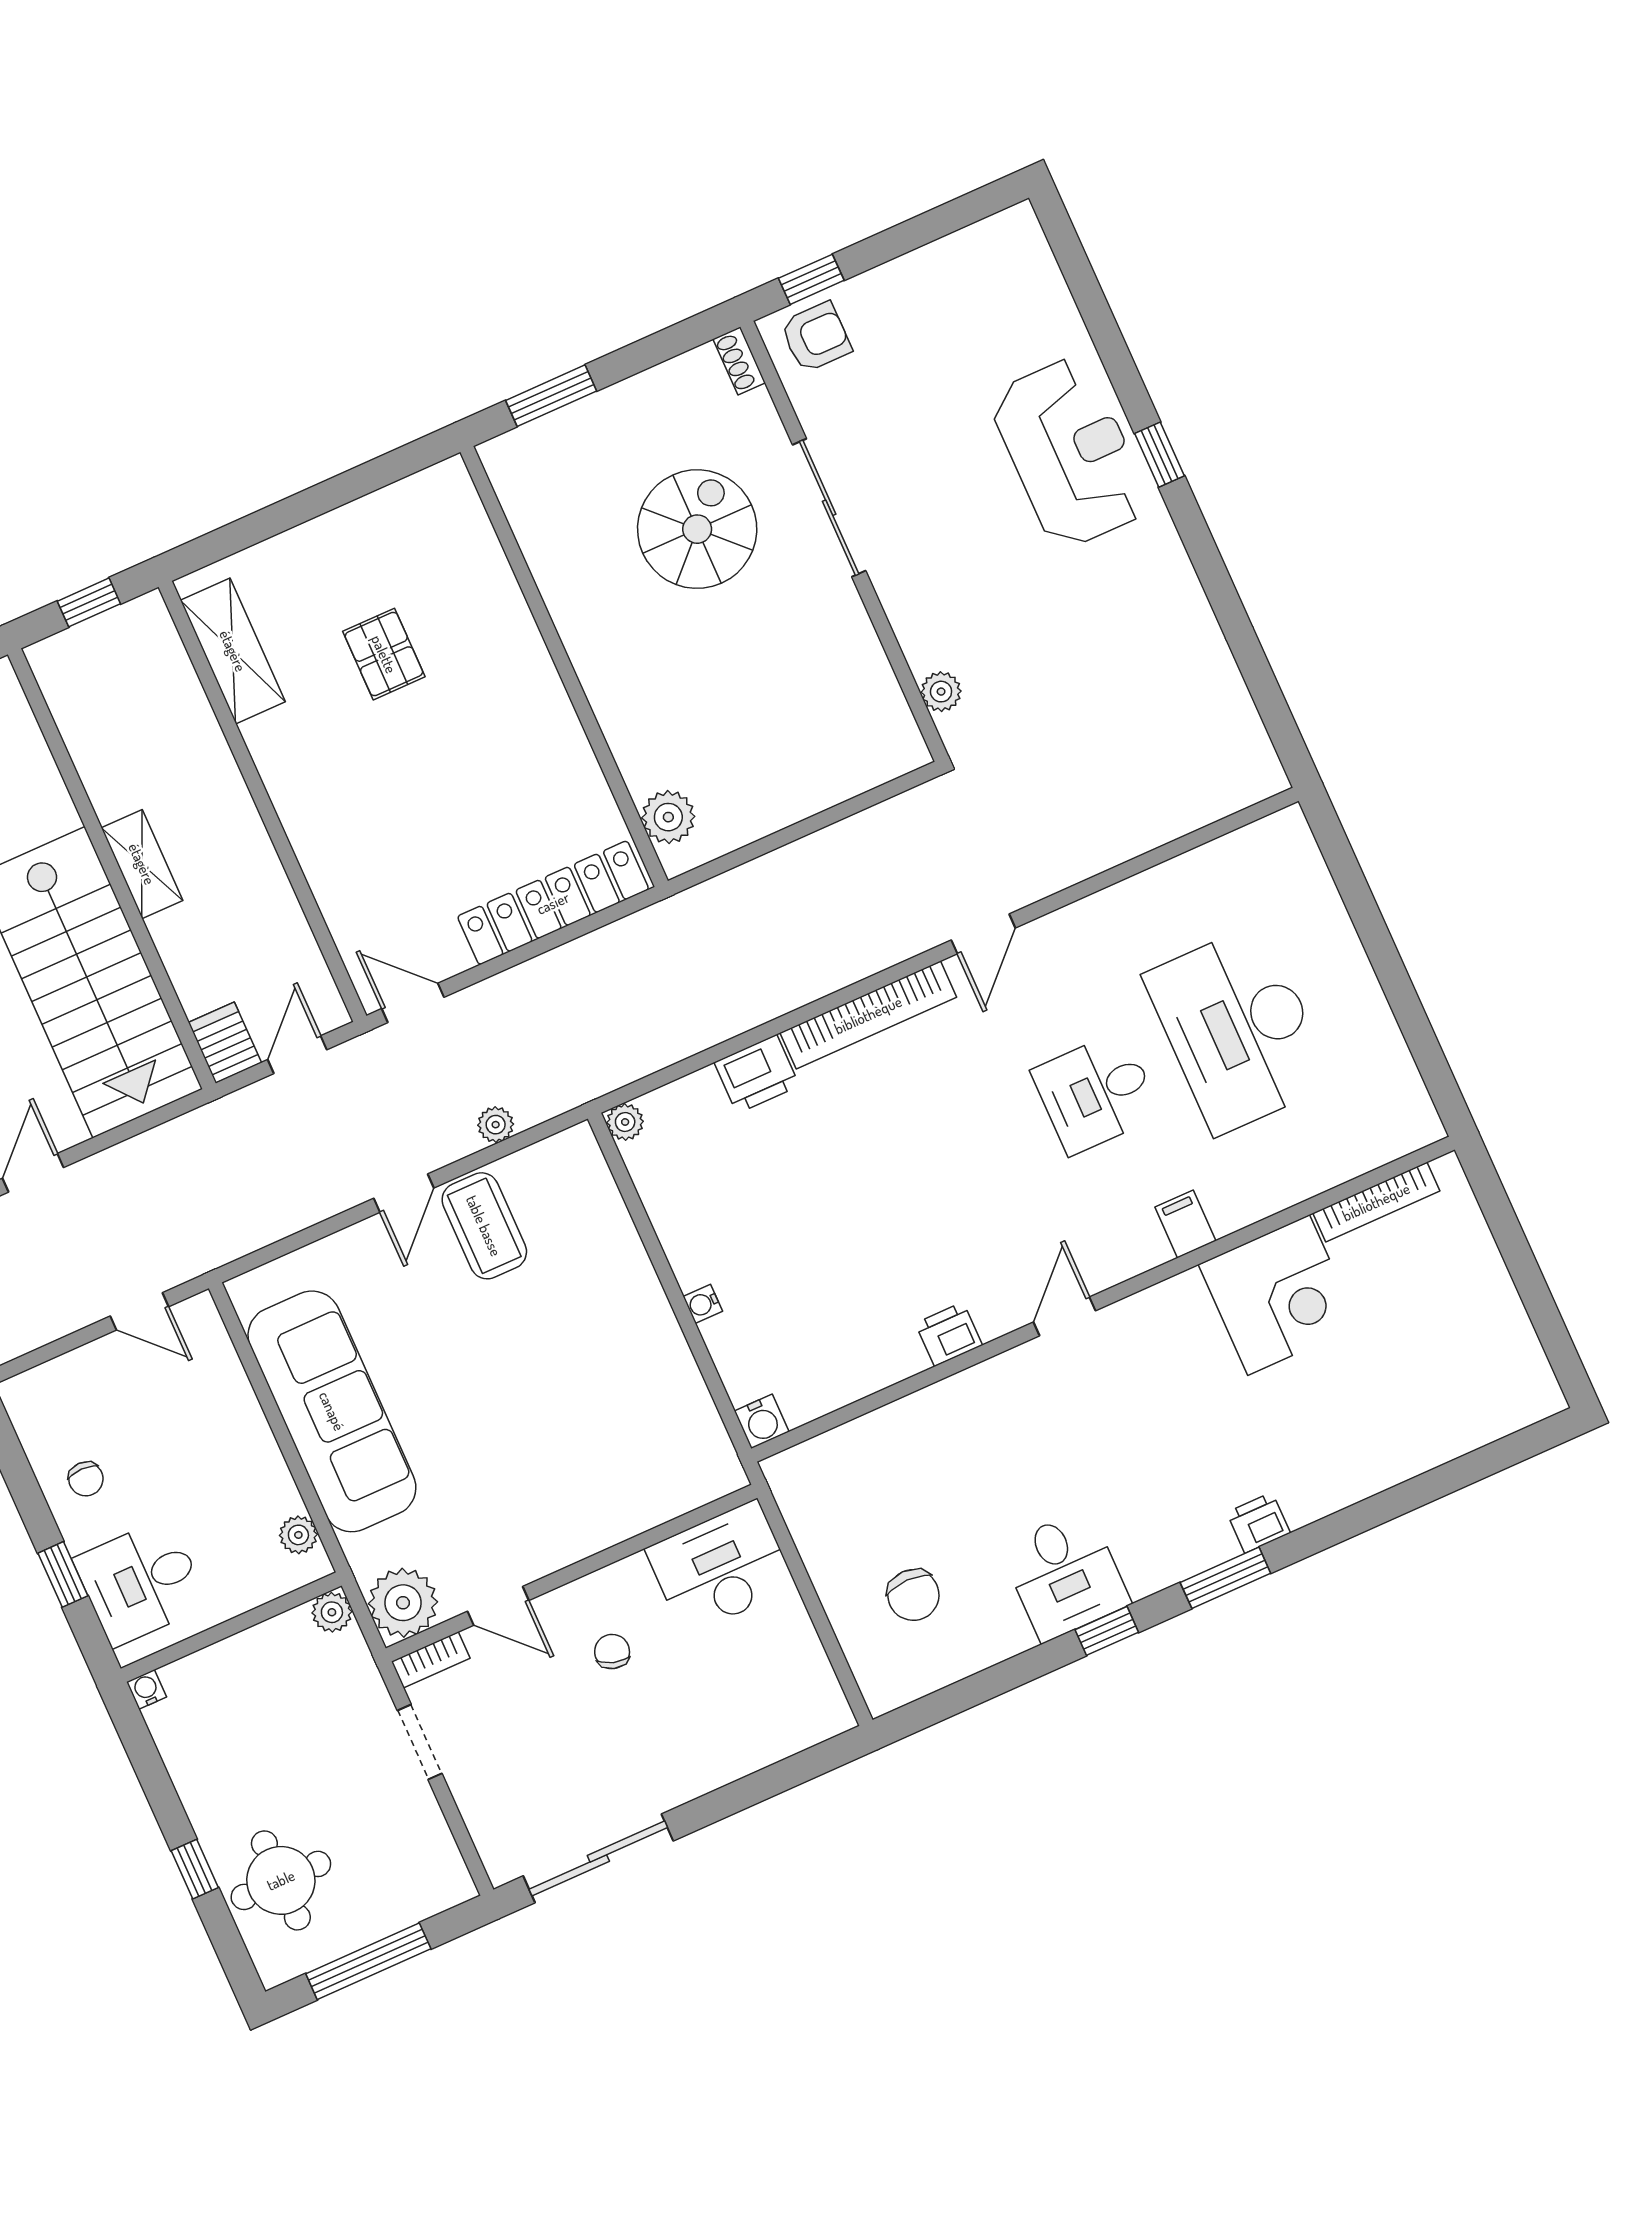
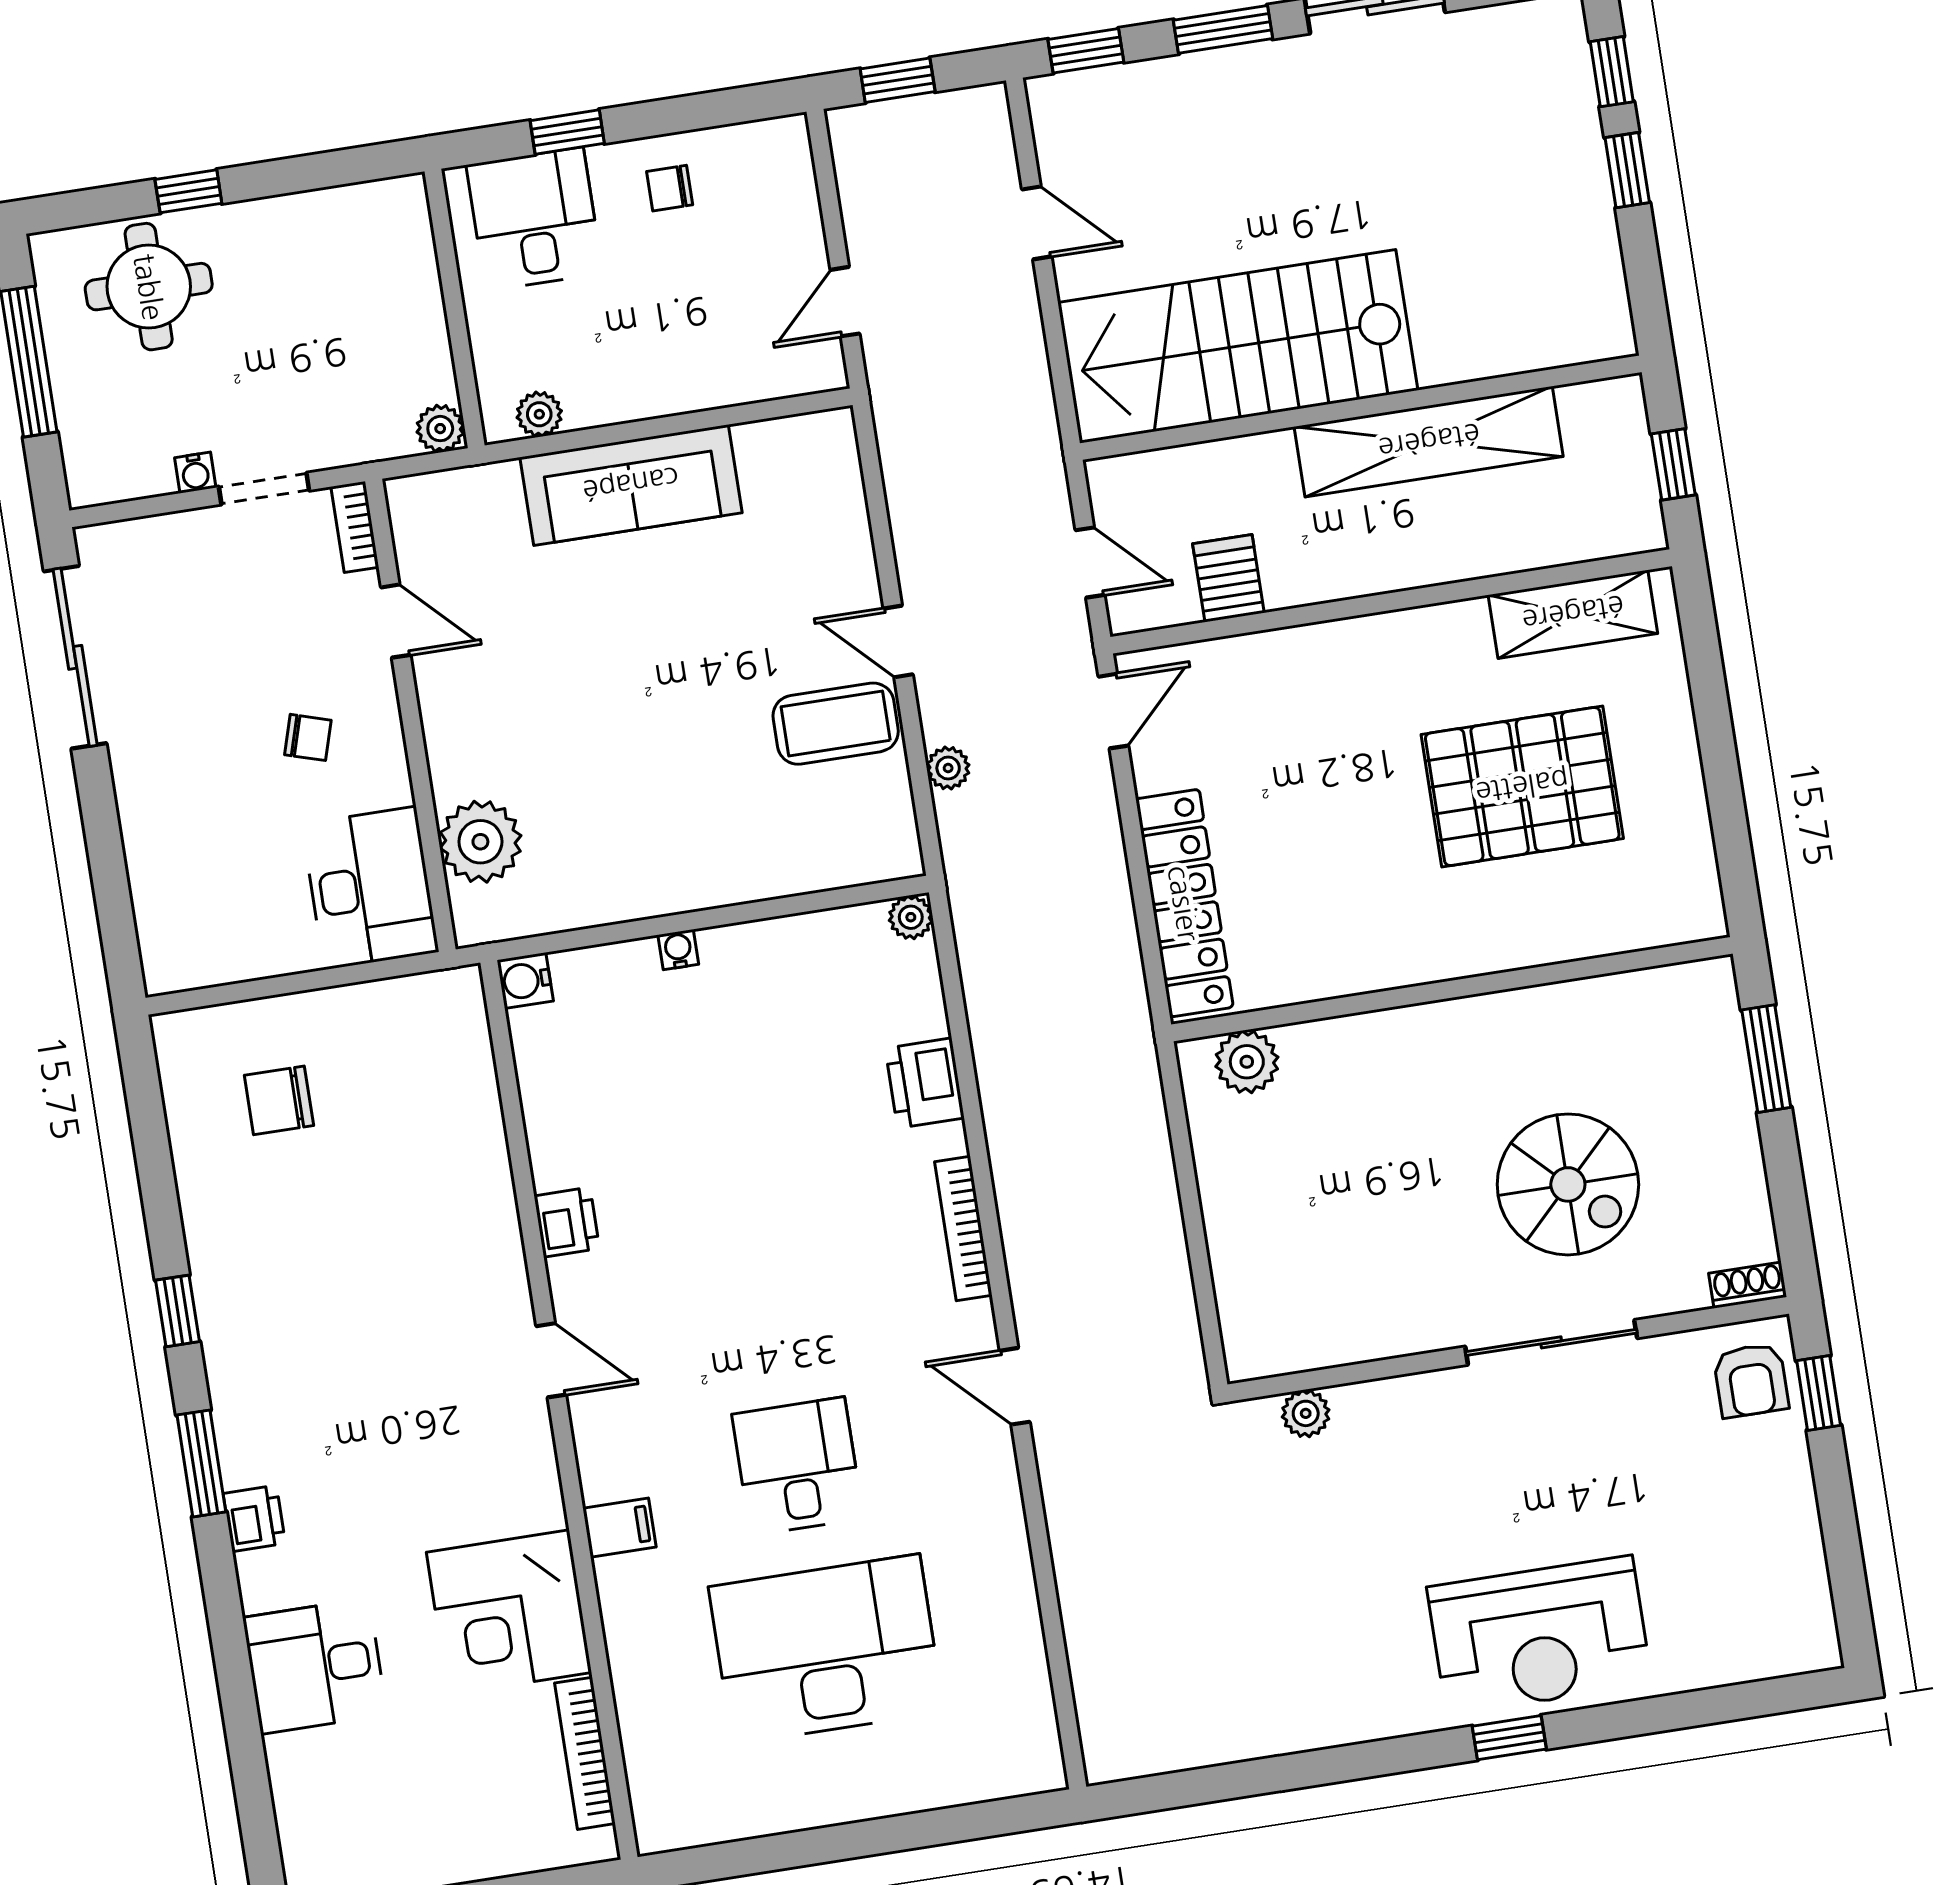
pallet: (384, 654) -> (1522, 787), width x2.05, depth x2.00
shelving: (142, 864) -> (1429, 442), width x2.20, depth x1.33
bookcase: (868, 1015) -> (963, 1228), width x0.68, depth x0.76
server rack: (225, 1043) -> (1228, 578), moved, turned -90
sofa: (332, 1411) -> (631, 485), width x0.74, depth x0.79
desk: (1065, 1575) -> (315, 1666), moved
plant: (403, 1603) -> (480, 842), moved
door: (498, 1606) -> (396, 621), swing flipped
water cooler: (146, 1689) -> (195, 473), moved, turned 90

